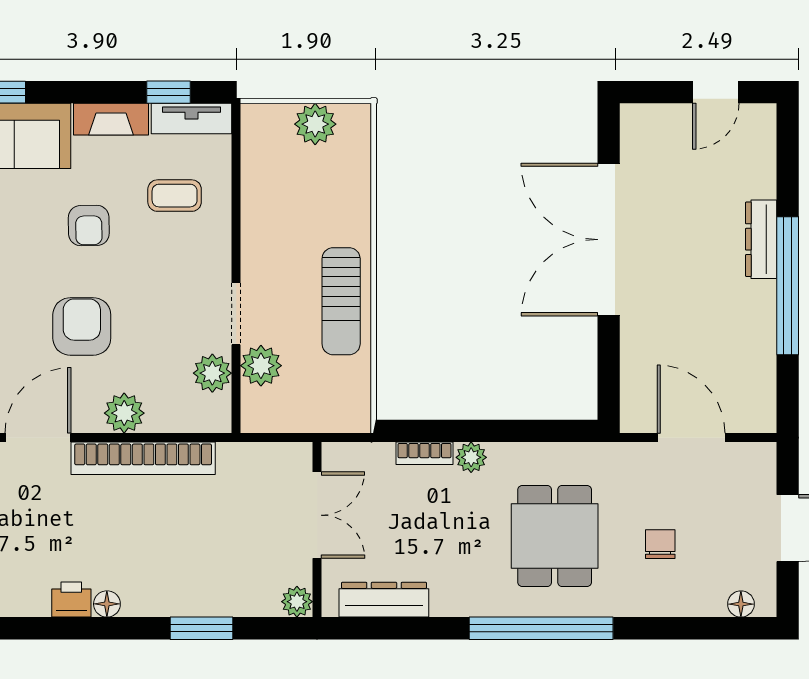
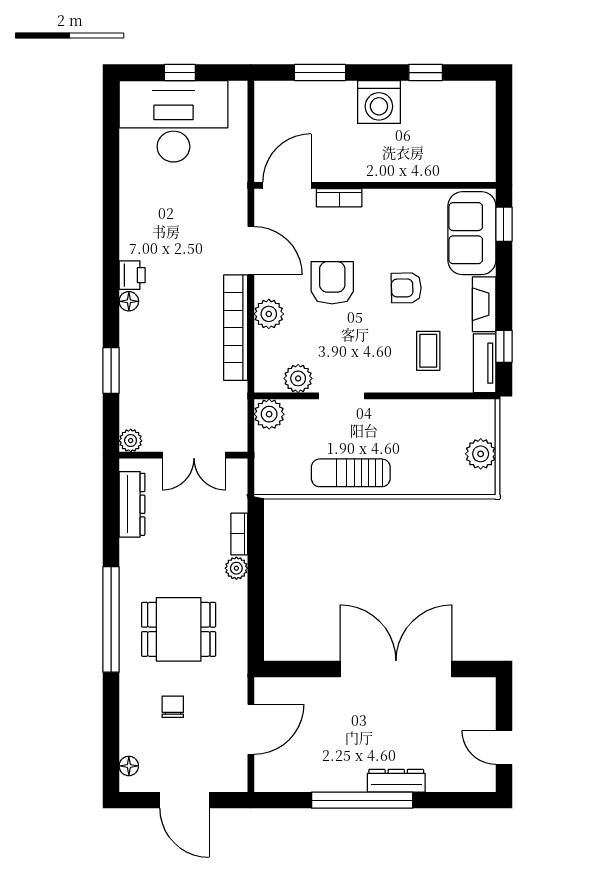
armchair: (82, 326) -> (332, 283), turned -90
plant: (261, 366) -> (269, 414), moved
chair: (660, 544) -> (173, 707), turned -90

